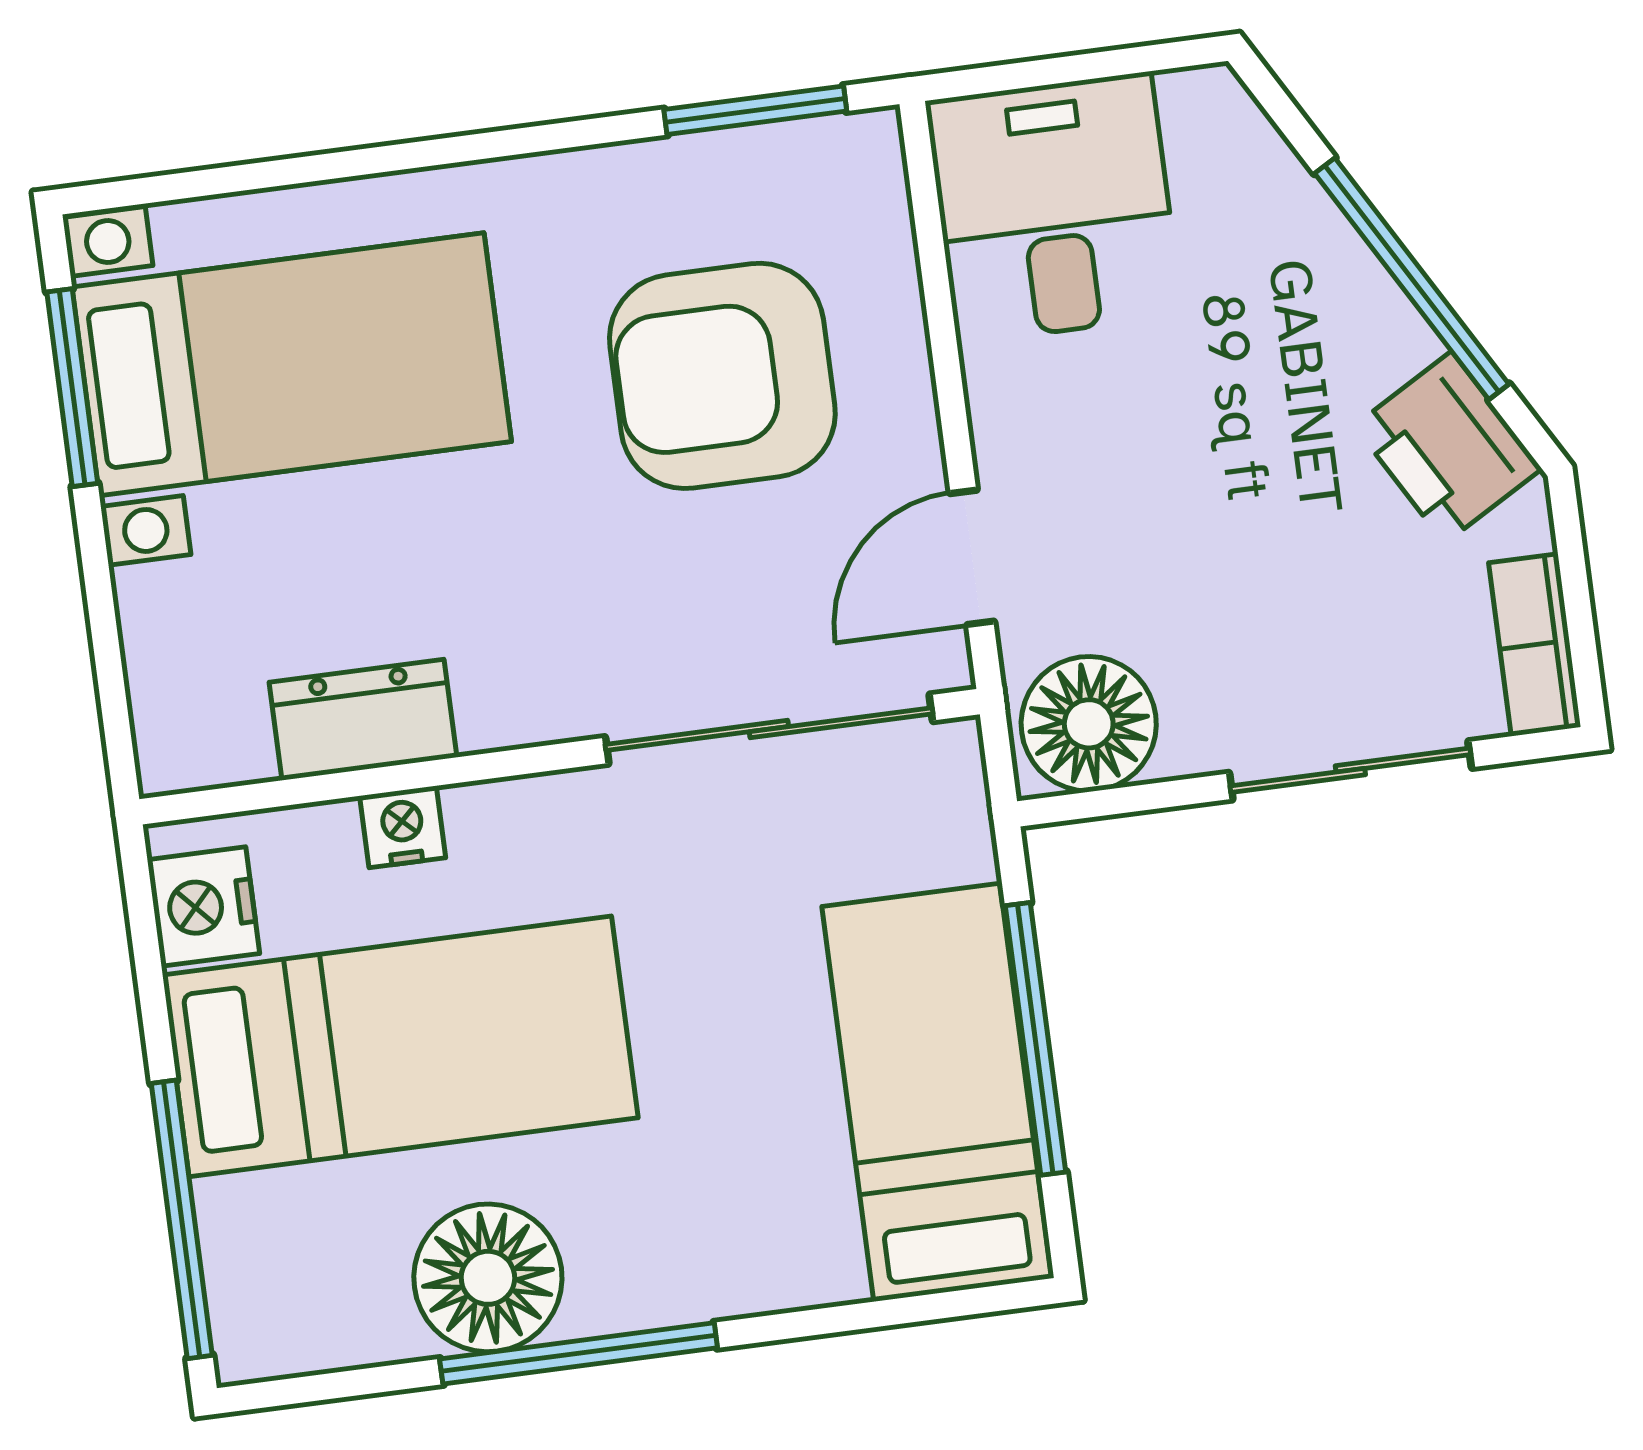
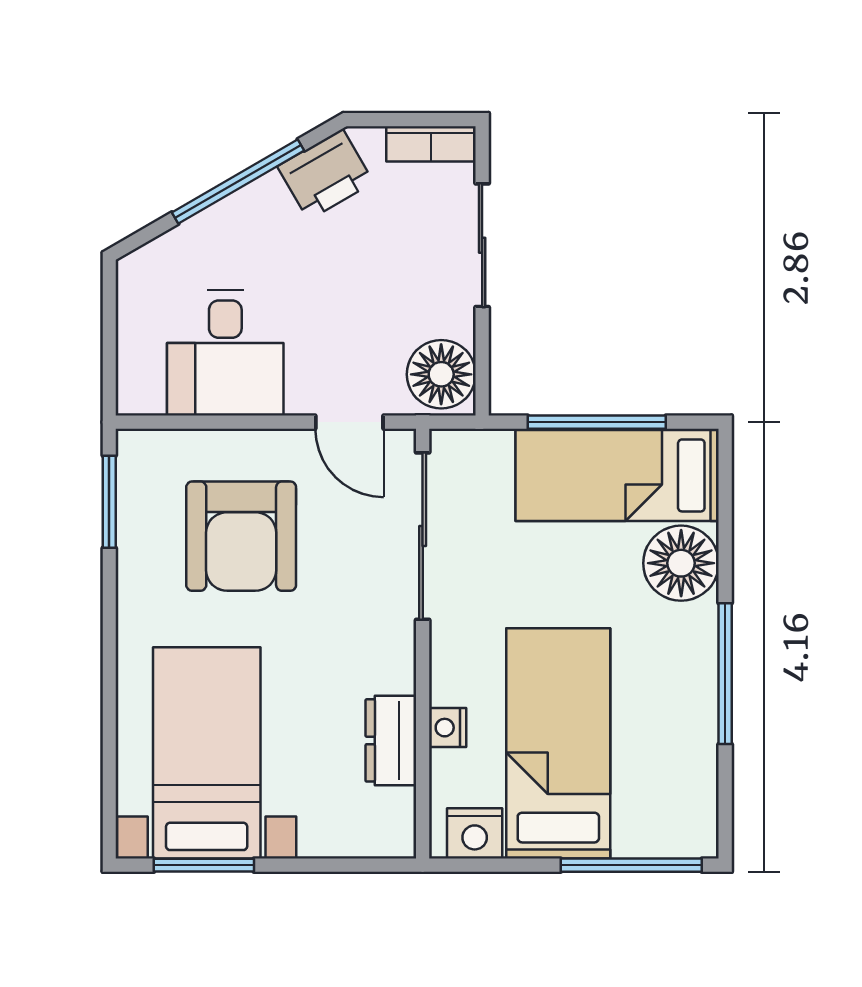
desk: (1054, 208) -> (225, 353), moved, turned -90
floor lamp: (488, 1278) -> (681, 563), moved

